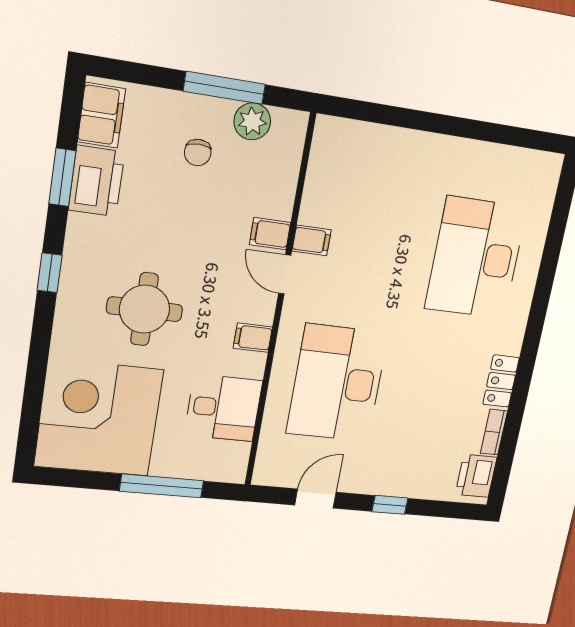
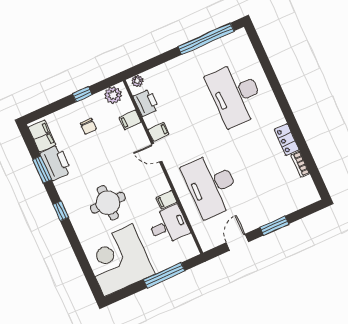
window: (224, 88) -> (82, 94), width x0.46
plant: (252, 121) -> (113, 95), moved
plant: (335, 129) -> (137, 81), added
window: (494, 133) -> (206, 39), added
filing cabinet: (270, 234) -> (130, 120), moved
filing cabinet: (253, 338) -> (166, 200), moved
printer: (476, 476) -> (146, 103), moved, turned 180
window: (390, 505) -> (274, 226), width x1.50

